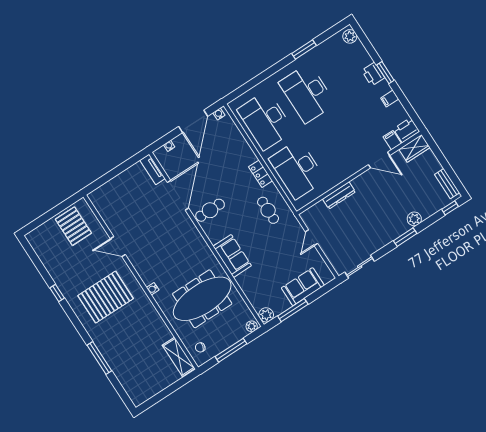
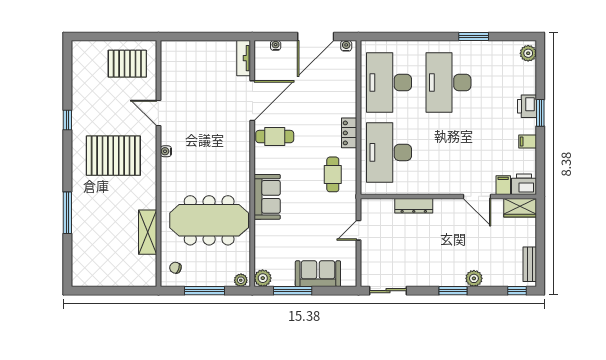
pallet: (73, 226) -> (127, 64), turned 90
water cooler: (153, 289) -> (166, 151), moved
shelving: (179, 357) -> (148, 232), moved

